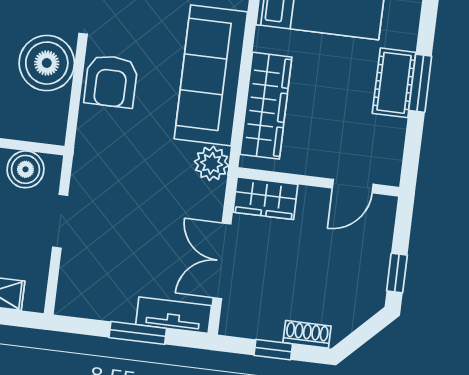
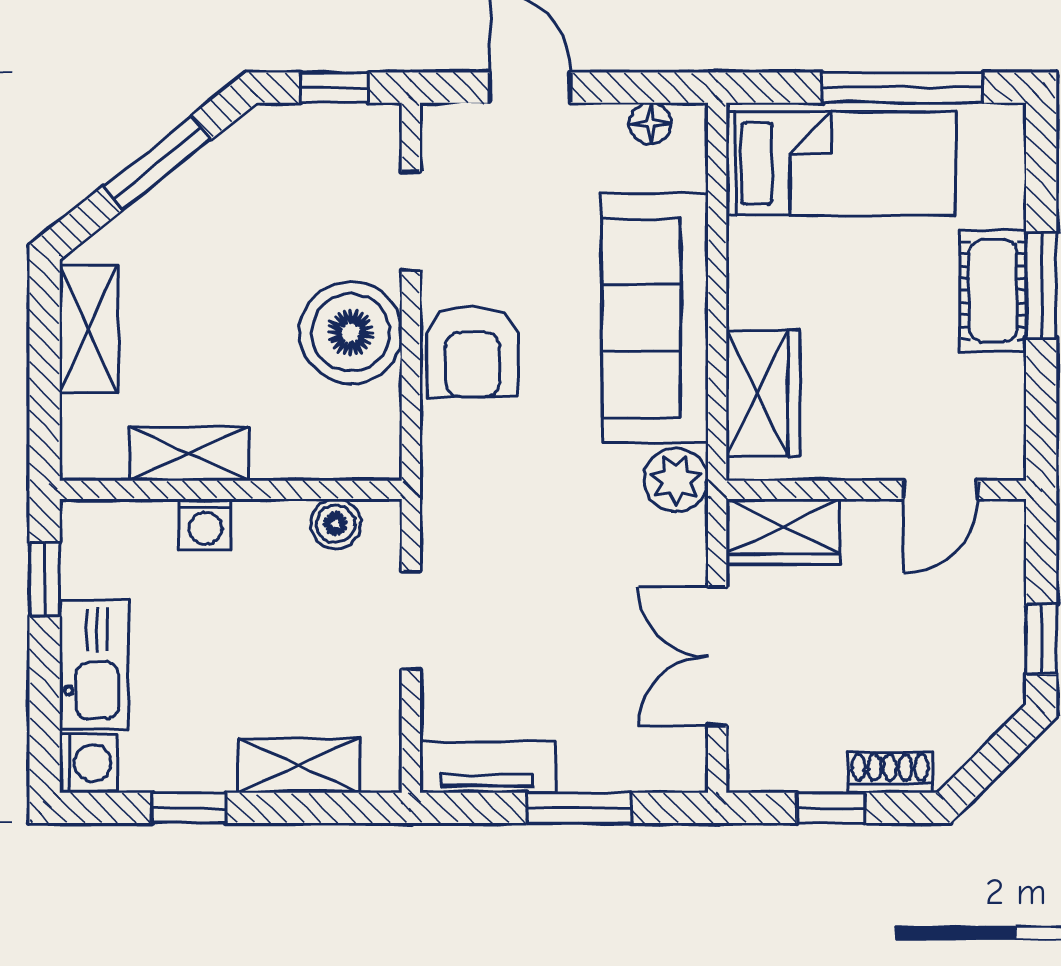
wardrobe: (266, 106) -> (763, 393), width x0.67
boiler: (25, 169) -> (336, 524), width x0.73, depth x0.73
tv unit: (174, 315) -> (488, 767), moved

